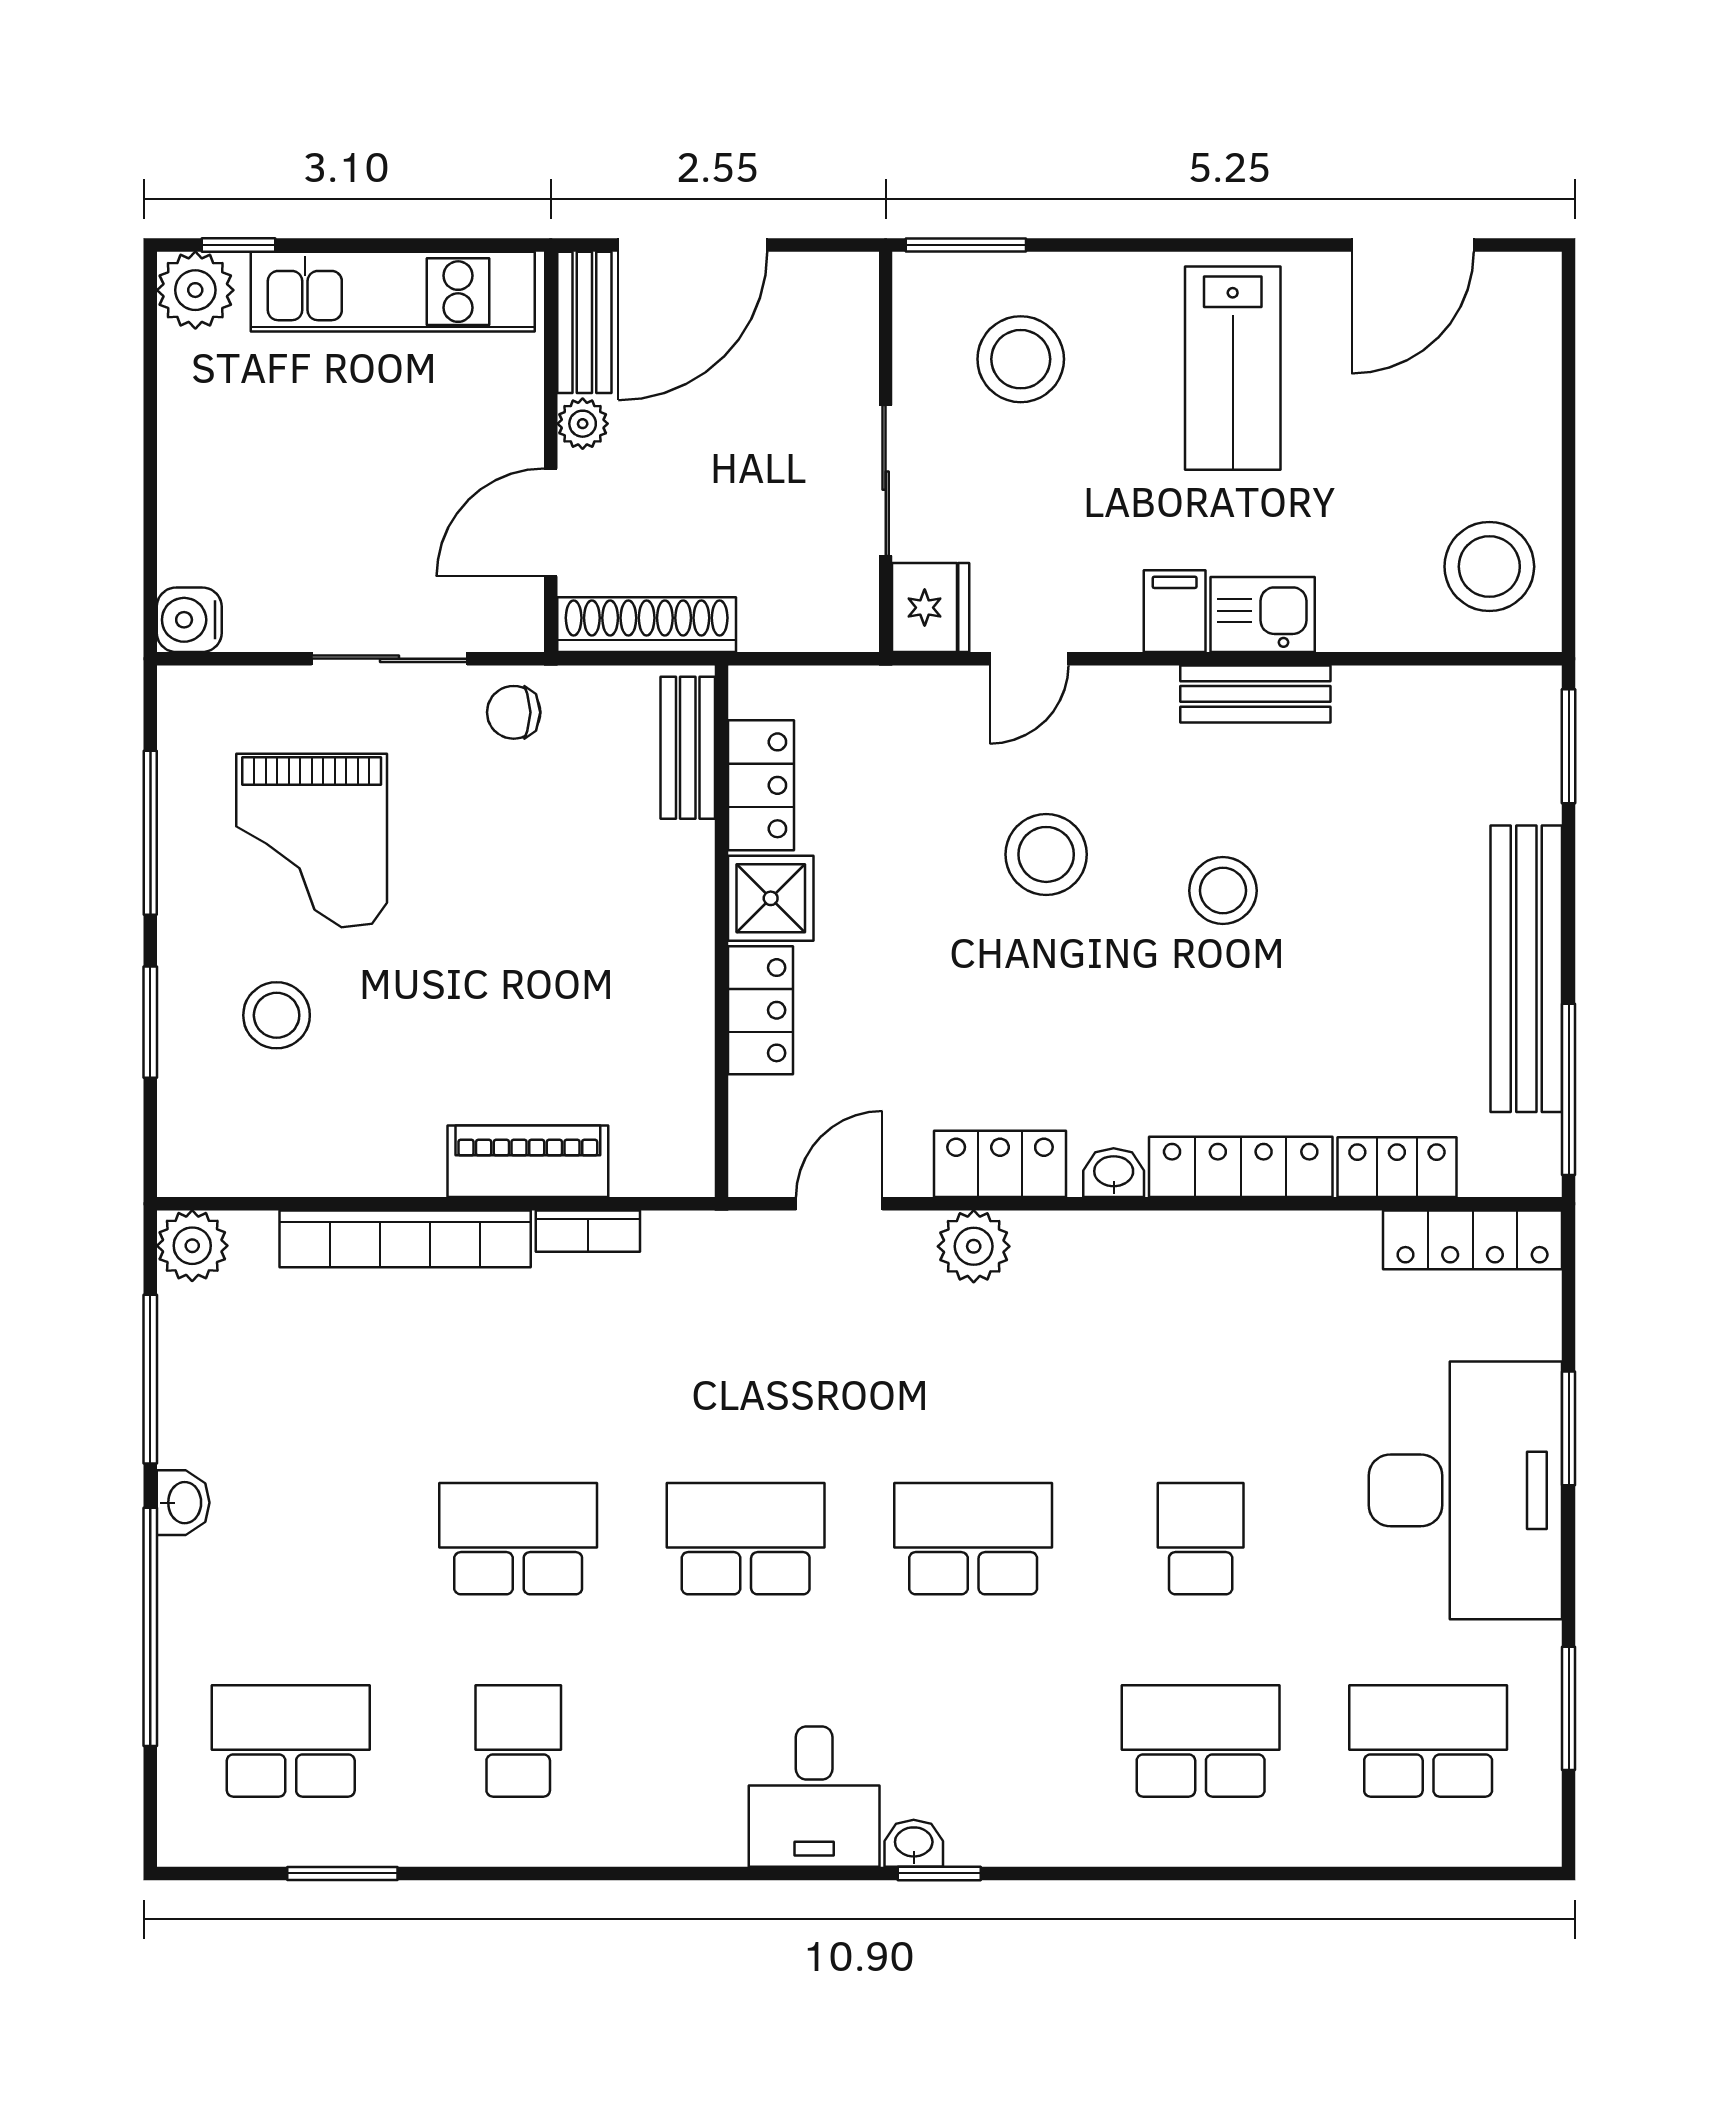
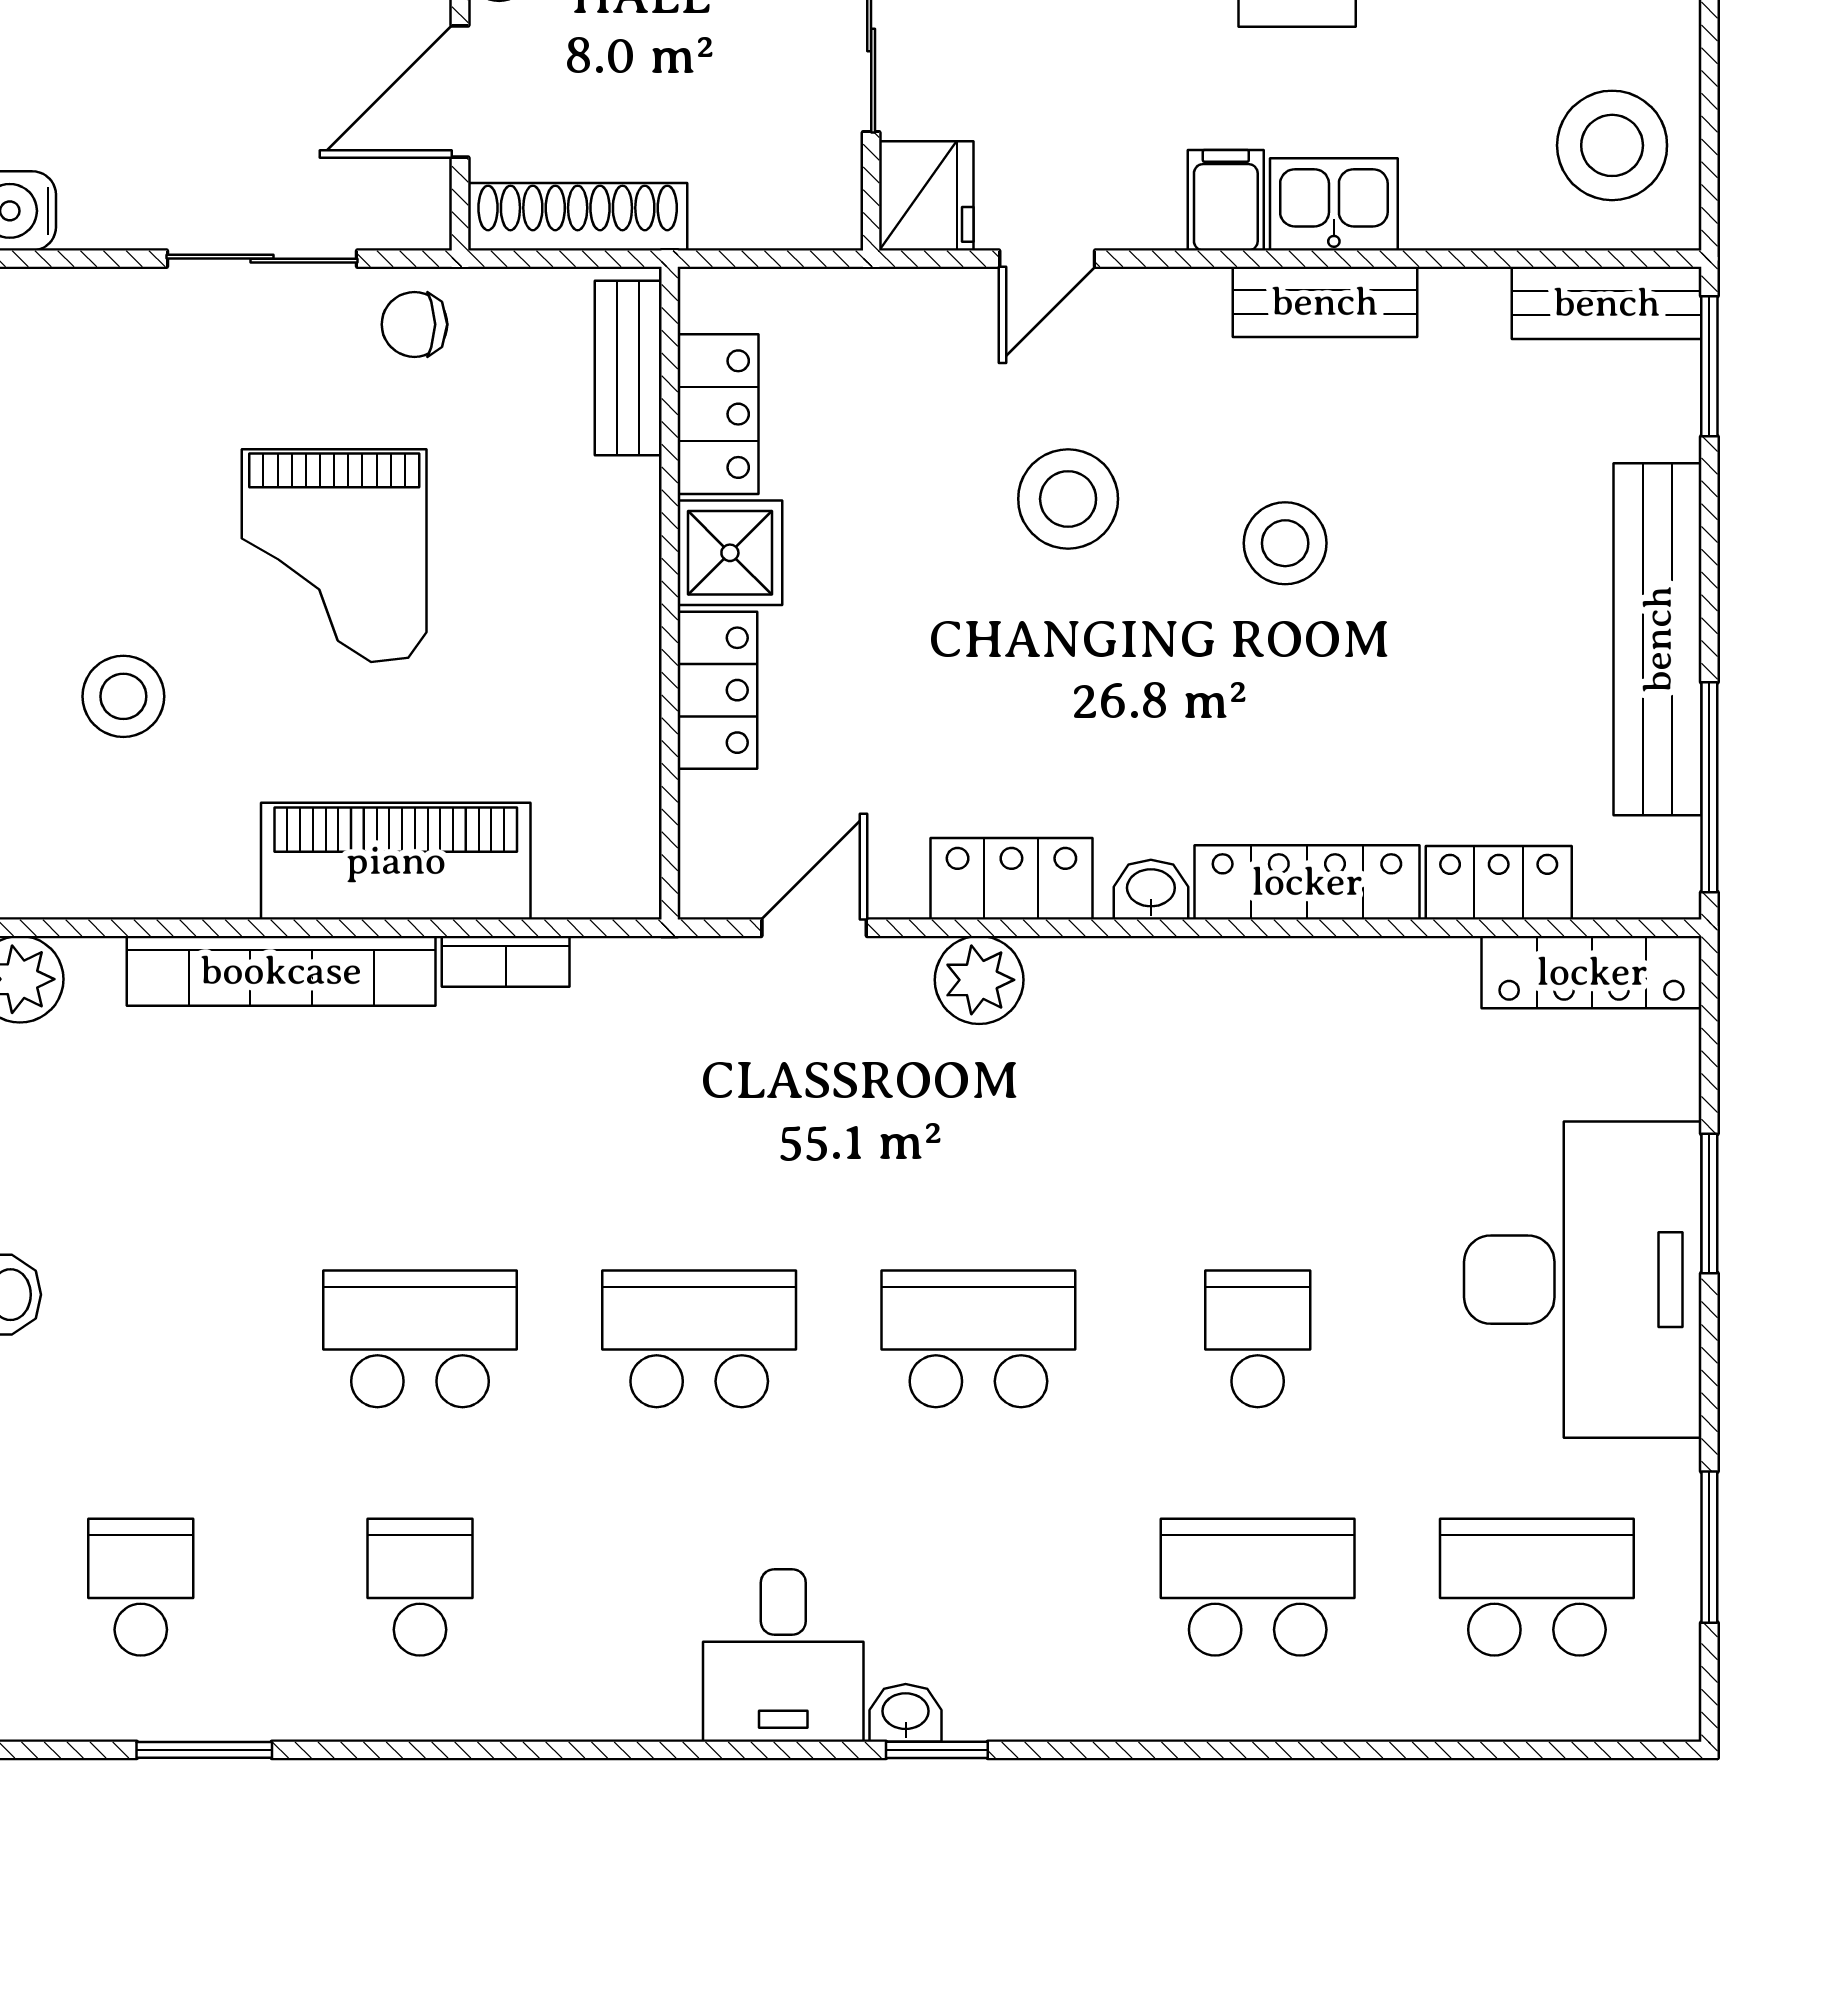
bench: (1485, 695) -> (1607, 303), added
grand piano: (312, 840) -> (334, 556), moved
piano: (528, 1161) -> (396, 861), width x1.37, depth x1.33
school desk: (291, 1741) -> (141, 1587), width x0.54

